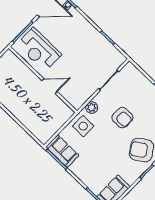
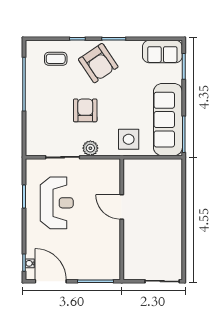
reception desk: (39, 50) -> (57, 203), moved
plant: (92, 108) -> (90, 148), moved
sofa: (62, 151) -> (168, 120), width x1.85, depth x1.27

